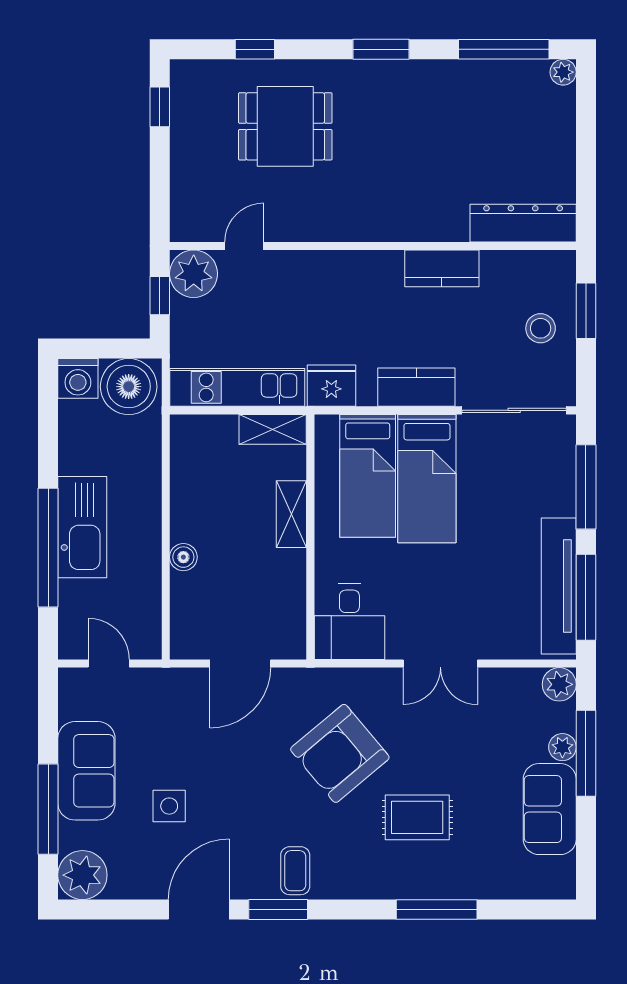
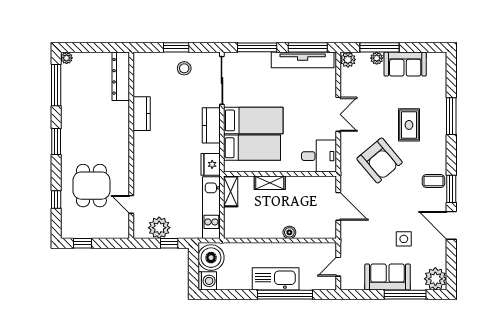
dresser: (523, 223) -> (121, 76), moved
door: (244, 246) -> (131, 204), moved
wall: (373, 246) -> (131, 145), moved
kitchen counter: (442, 268) -> (142, 114), moved

